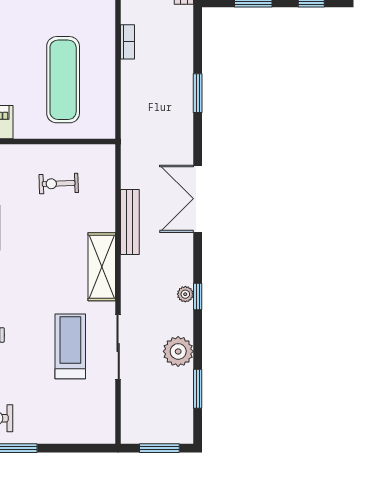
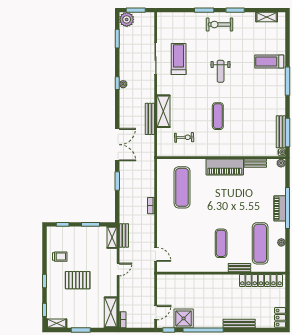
double door: (198, 199) -> (117, 145), moved
shelving: (102, 267) -> (163, 111), moved
treadmill: (70, 346) -> (179, 59), turned 180
plant: (178, 351) -> (127, 19), moved

